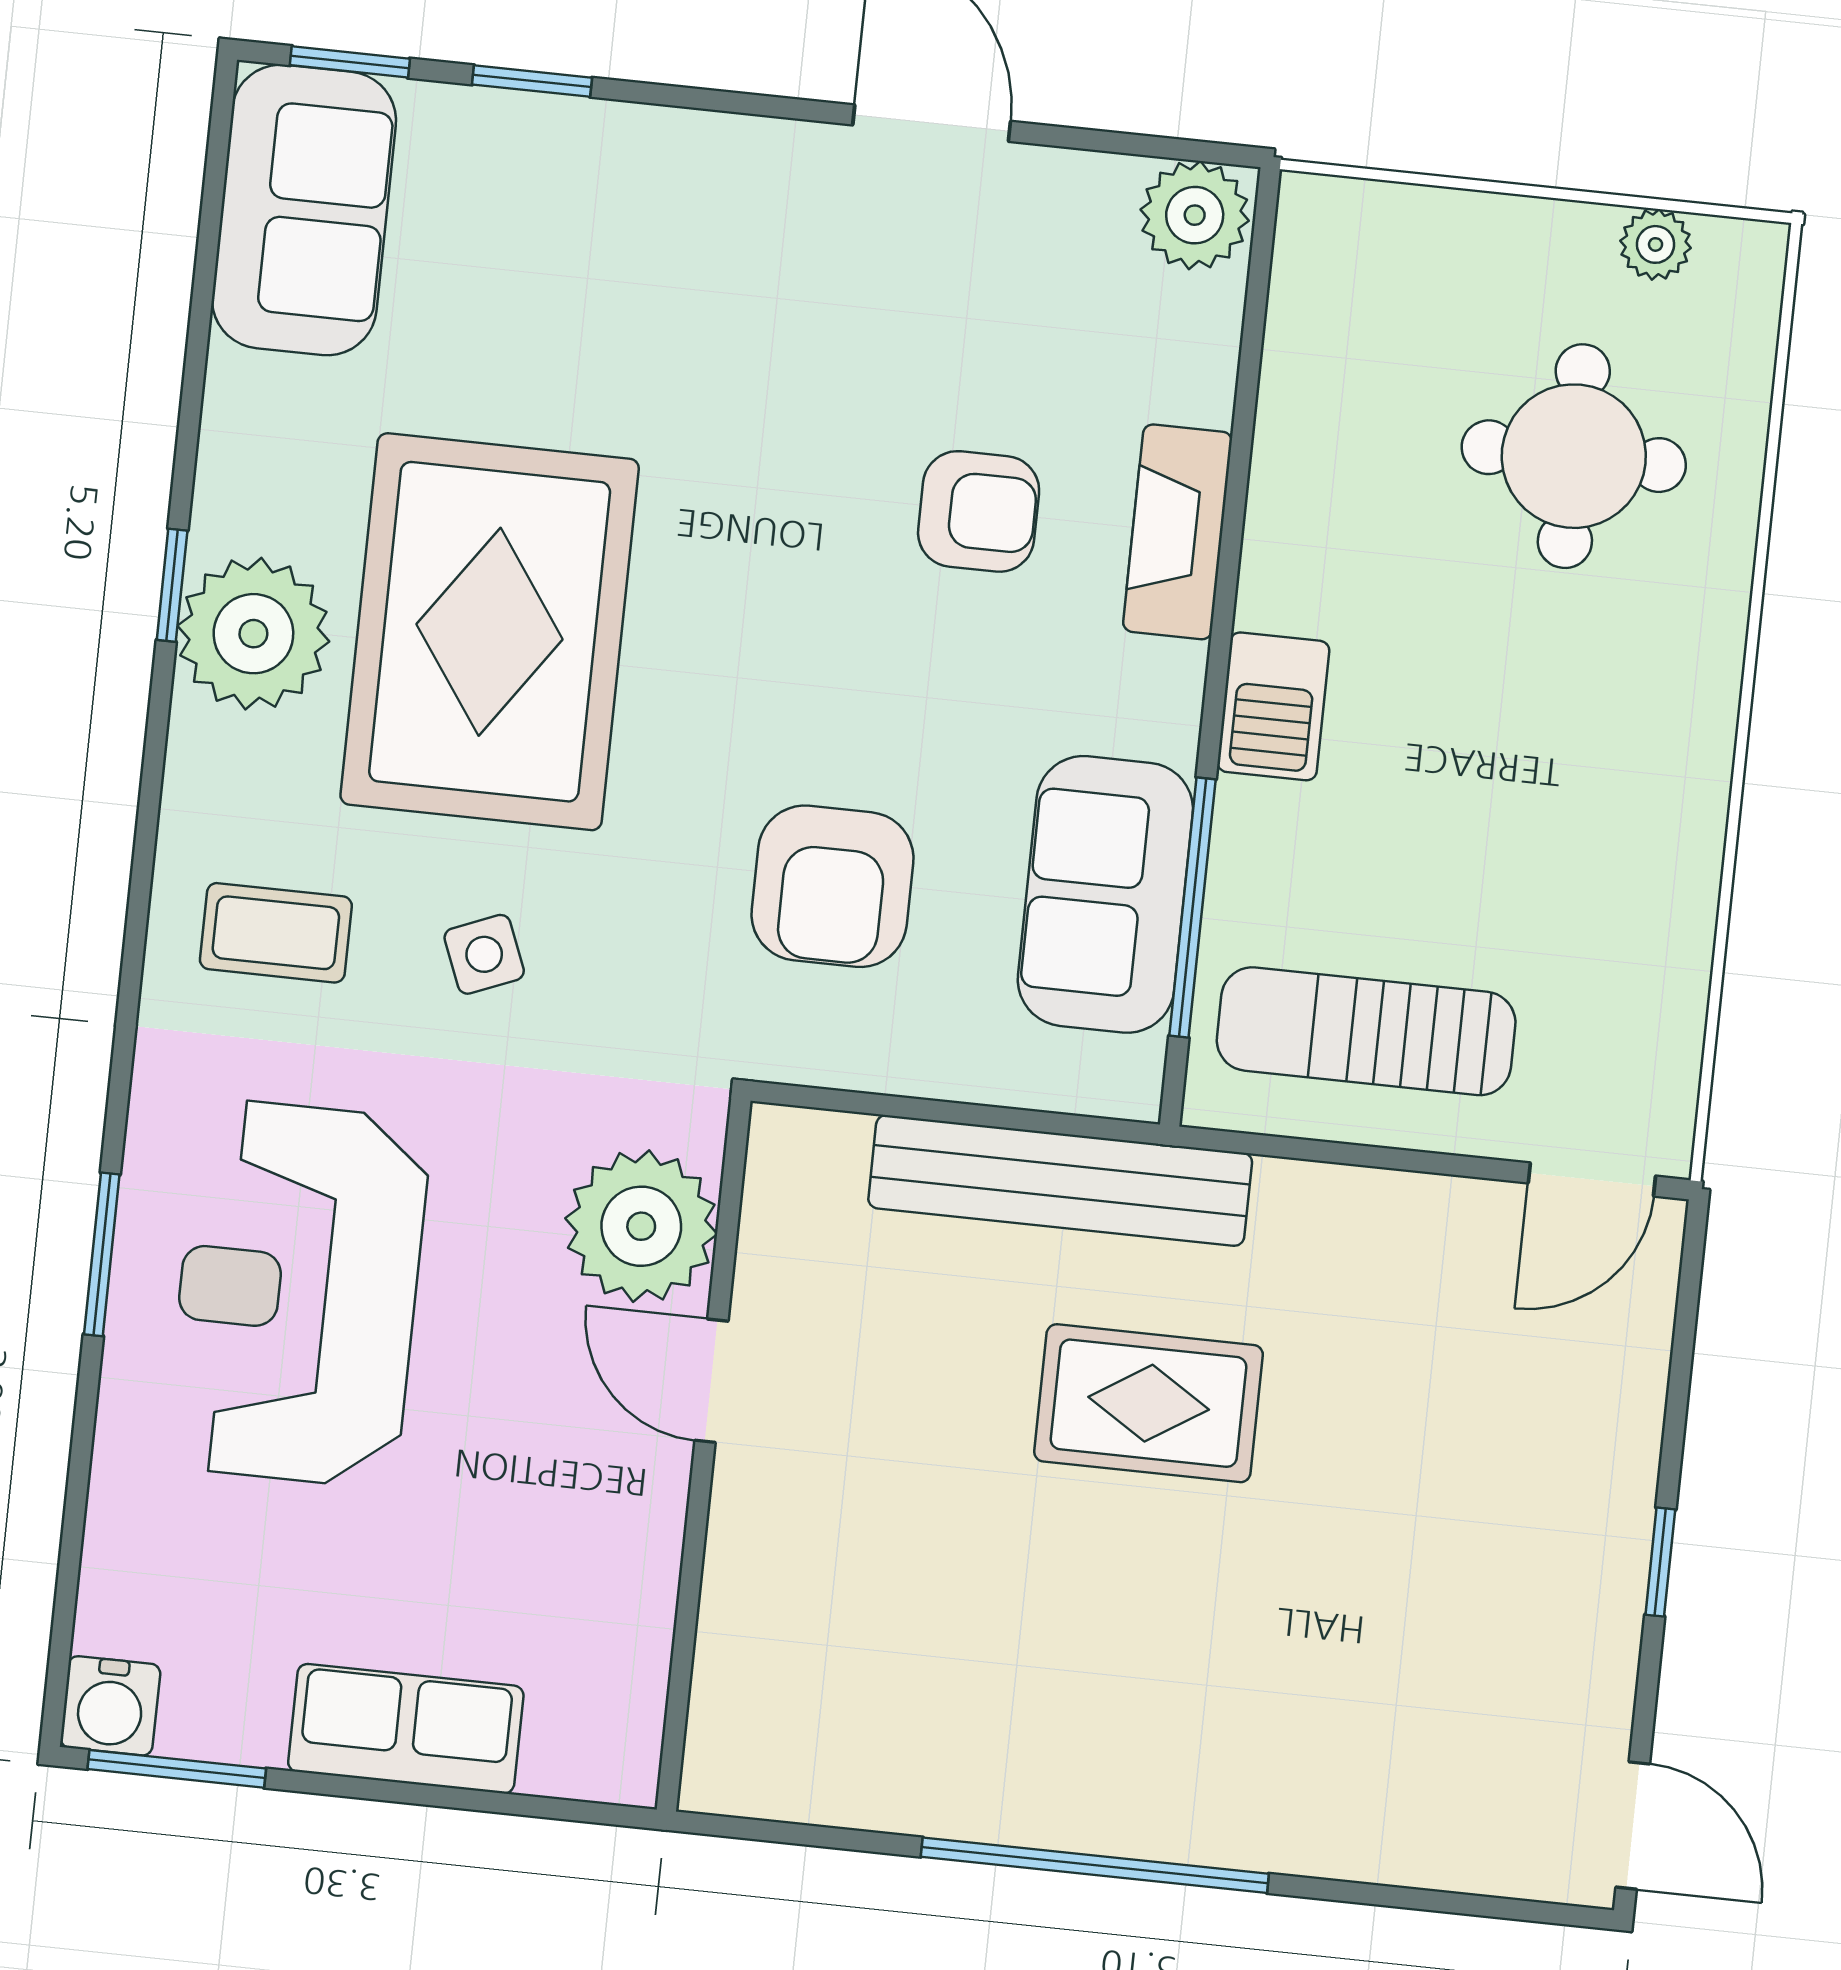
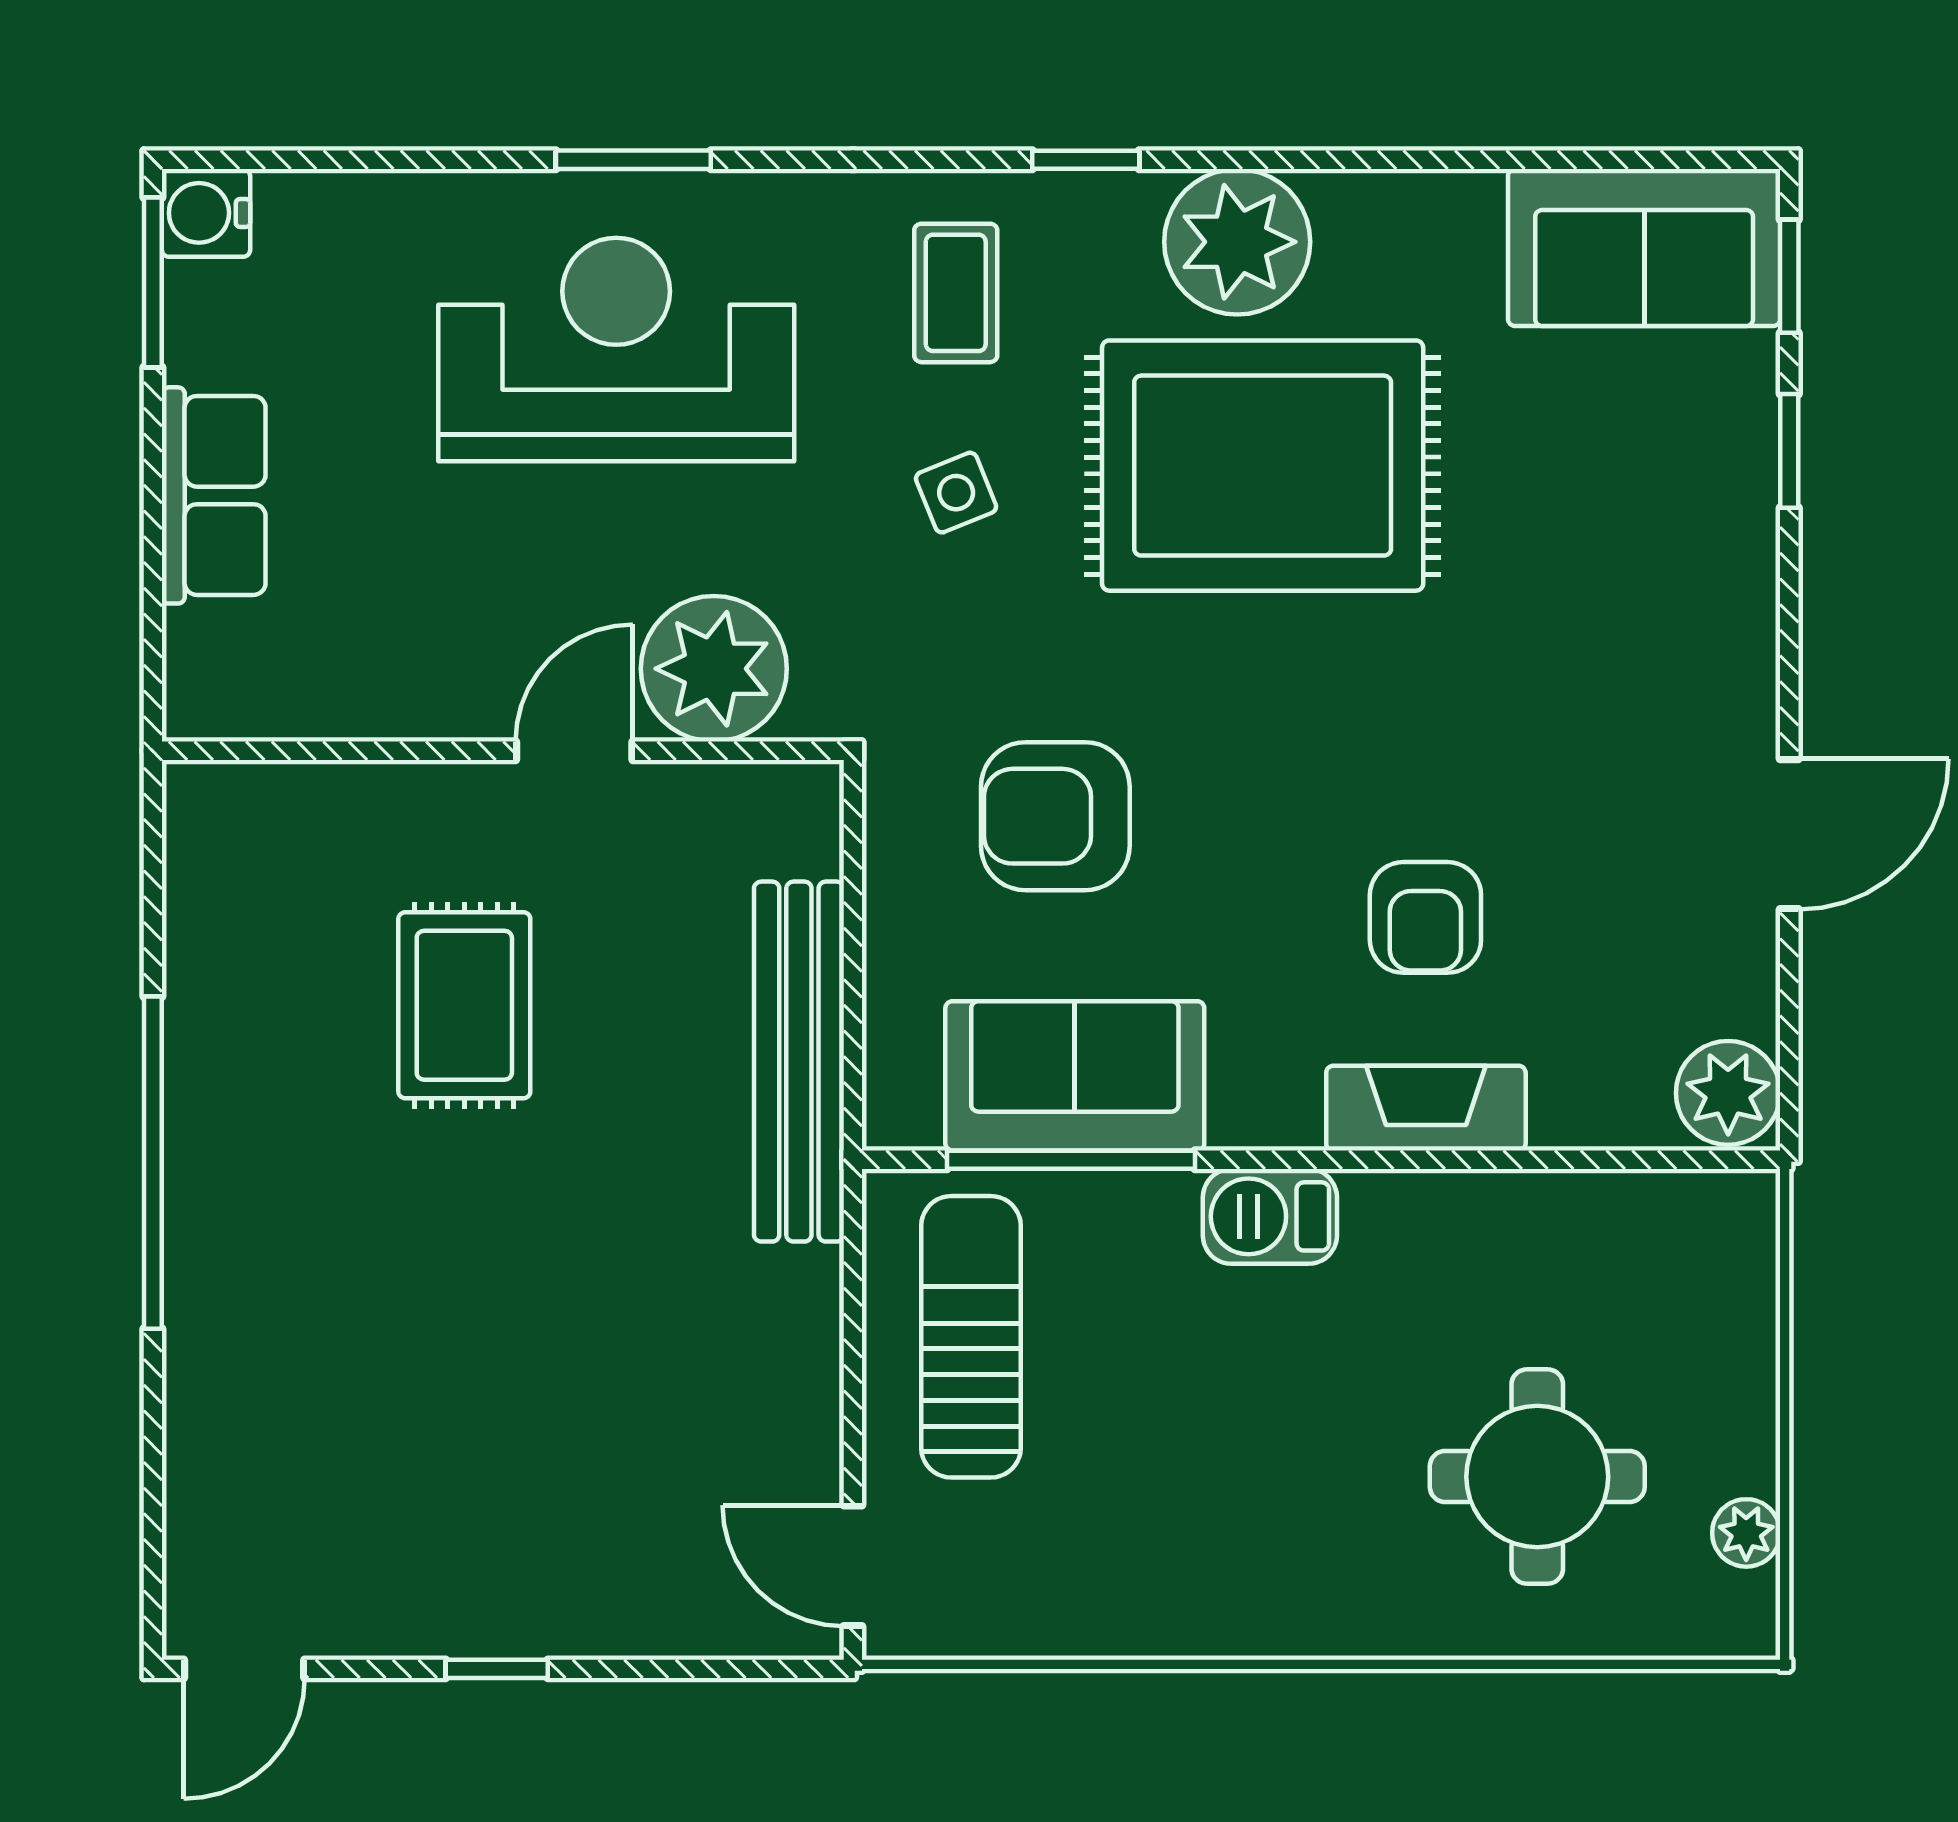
window: (172, 585) -> (1086, 160), moved
rug: (1149, 1403) -> (464, 1005), moved

